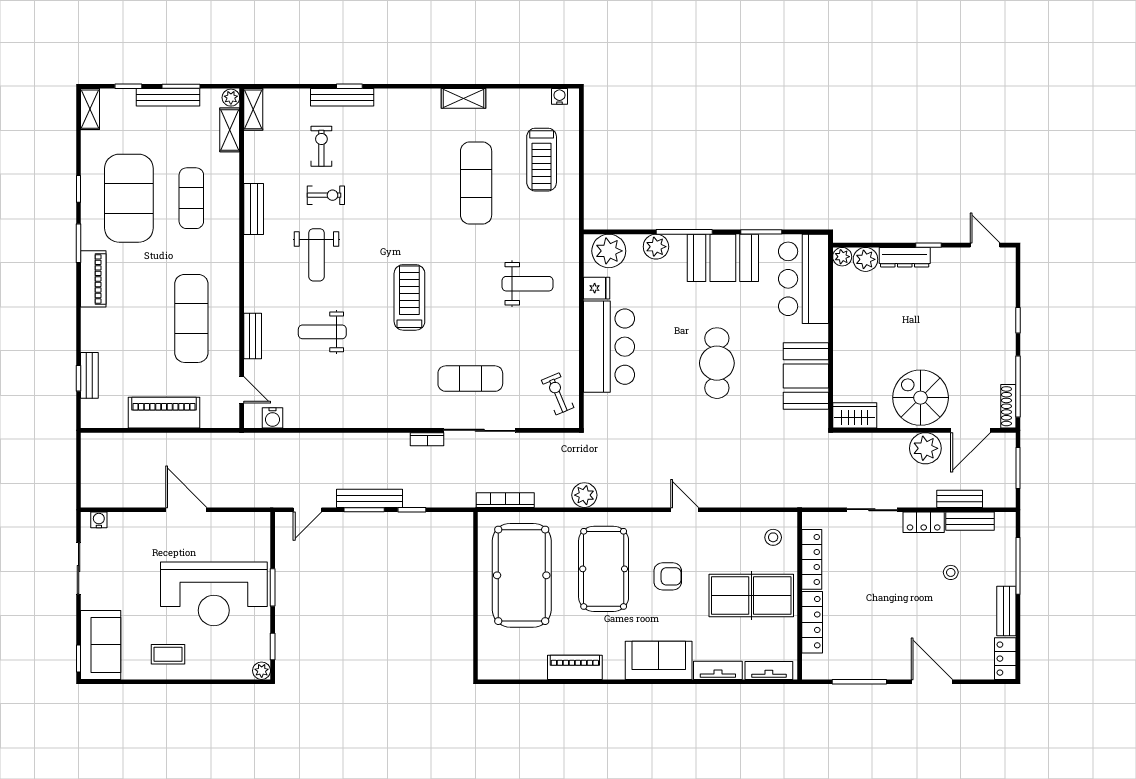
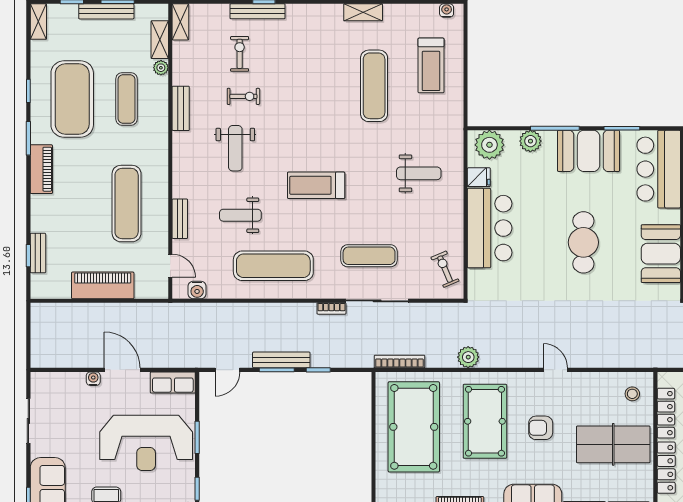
plant: (231, 98) -> (161, 68), moved
treadmill: (409, 297) -> (316, 185), turned -90
exercise mat: (360, 390) -> (273, 266), added
water cooler: (99, 520) -> (93, 379), moved
row of seats: (245, 524) -> (173, 382), added
armchair: (668, 576) -> (541, 428), turned 180

